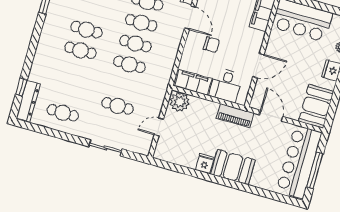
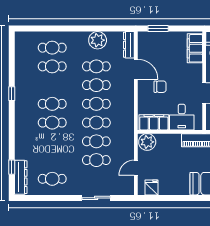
cafe table: (124, 85) -> (96, 141), added
fridge: (205, 164) -> (152, 187), moved

